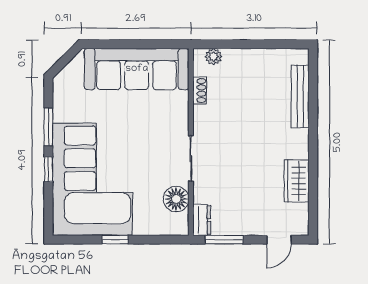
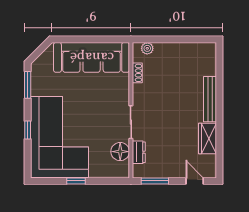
bench: (300, 96) -> (210, 99), moved
window: (48, 127) -> (28, 85), moved
dresser: (202, 220) -> (139, 152), moved
door: (279, 240) -> (195, 181), swing flipped

